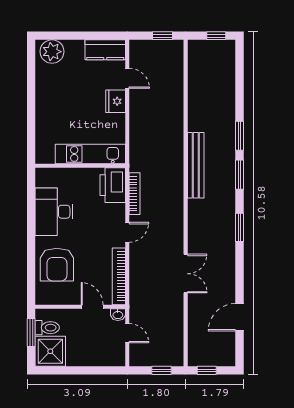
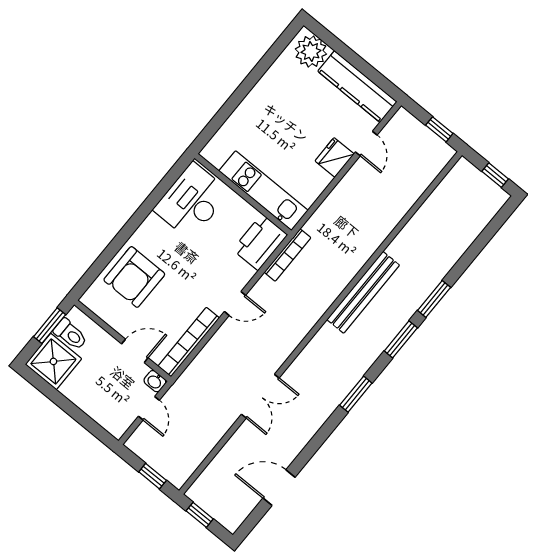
kitchen counter: (105, 50) -> (357, 87), width x1.50
bookcase: (135, 194) -> (288, 255), moved
desk: (54, 212) -> (192, 201), moved
door: (92, 307) -> (135, 351), hinge flipped

